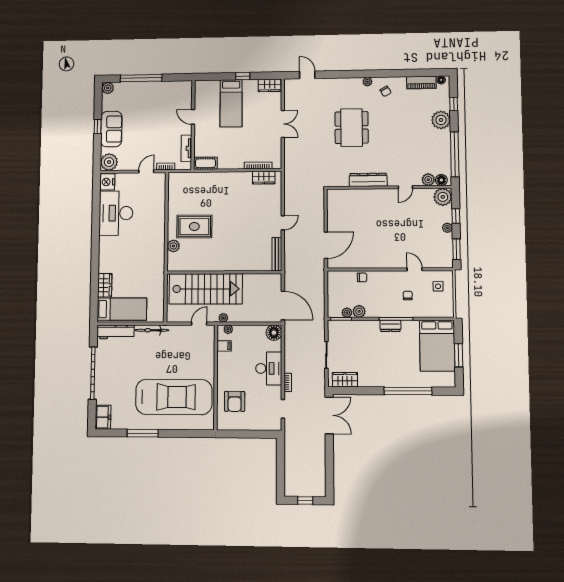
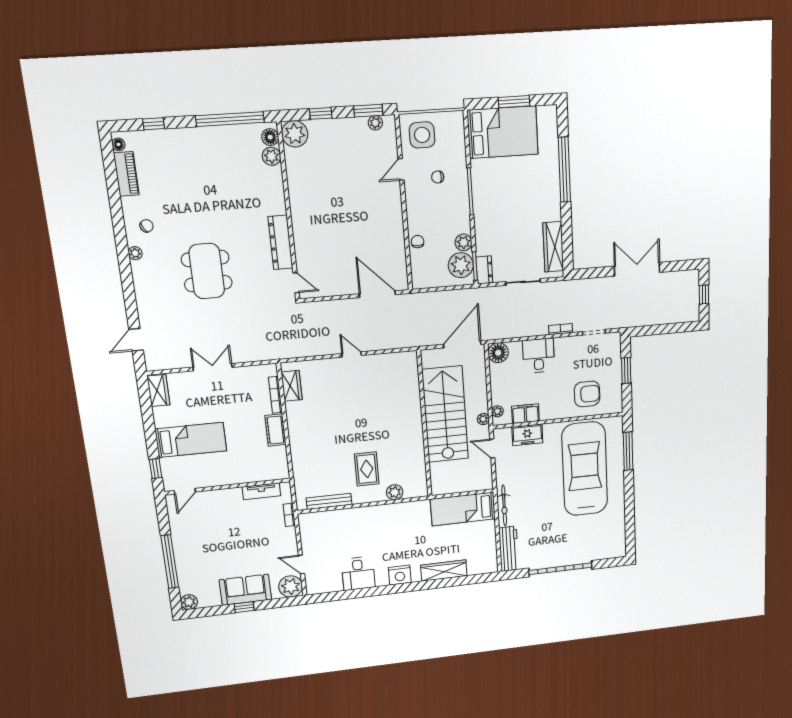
window: (243, 76) -> (156, 469), moved
door: (193, 117) -> (185, 491), moved
plant: (441, 120) -> (180, 142), removed
dining table: (352, 128) -> (207, 271), turned 90
cot: (205, 163) -> (275, 430), moved
door: (146, 171) -> (301, 564), moved
nightstand: (107, 182) -> (400, 575), moved
door: (405, 187) -> (296, 283), moved
desk: (116, 213) -> (358, 573), width x0.53, depth x0.77
rug: (194, 227) -> (367, 469), width x0.73, depth x0.70
plant: (447, 228) -> (375, 123), moved
bench: (277, 254) -> (329, 501), moved
wardrobe: (105, 285) -> (444, 571), width x1.50
side table: (438, 286) -> (422, 135), width x1.87, depth x1.87
stairs: (206, 289) -> (445, 414), moved
bed: (122, 309) -> (463, 509), moved, turned -90
plant: (347, 313) -> (461, 265), width x1.87, depth x1.87
dresser: (390, 326) -> (484, 270), moved
filing cabinet: (224, 346) -> (525, 414), width x2.00
desk: (269, 368) -> (538, 356), width x0.73
wardrobe: (345, 380) -> (553, 247), width x1.50
double door: (329, 415) -> (637, 269), moved
freezer: (103, 417) -> (527, 435), moved, turned 180
window: (143, 433) -> (628, 451), moved
window: (250, 434) -> (626, 371), added

